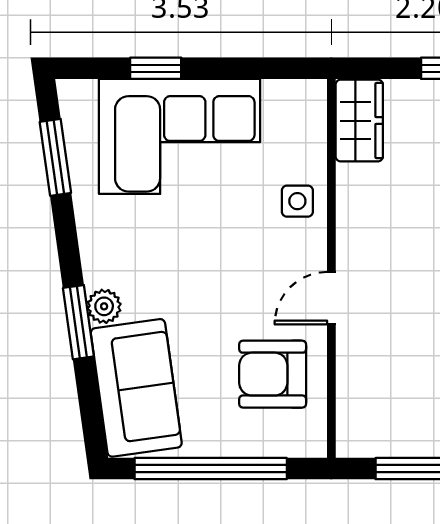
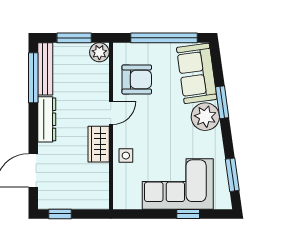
wardrobe: (359, 121) -> (99, 144), moved
plant: (104, 306) -> (205, 117), width x1.88, depth x1.88
plant: (358, 436) -> (99, 52), added

